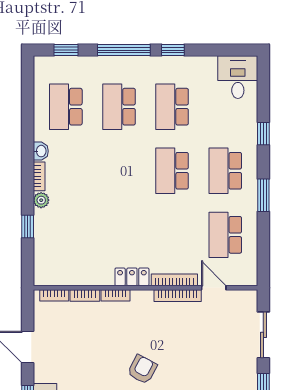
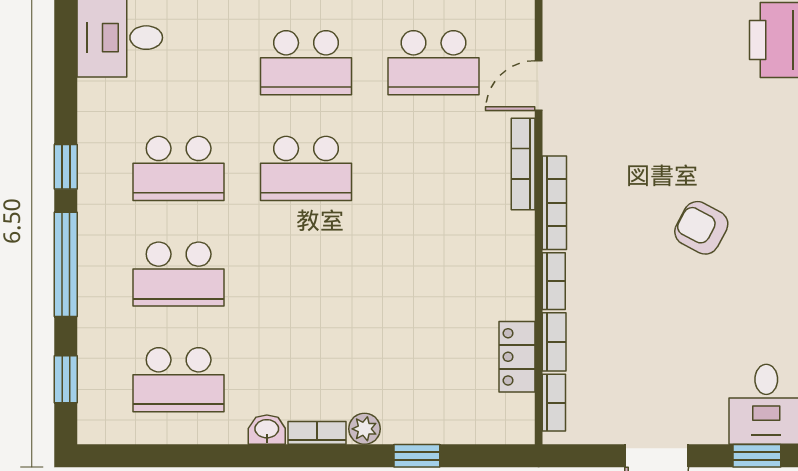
locker: (132, 277) -> (517, 357), moved
bookcase: (178, 296) -> (554, 203), moved

